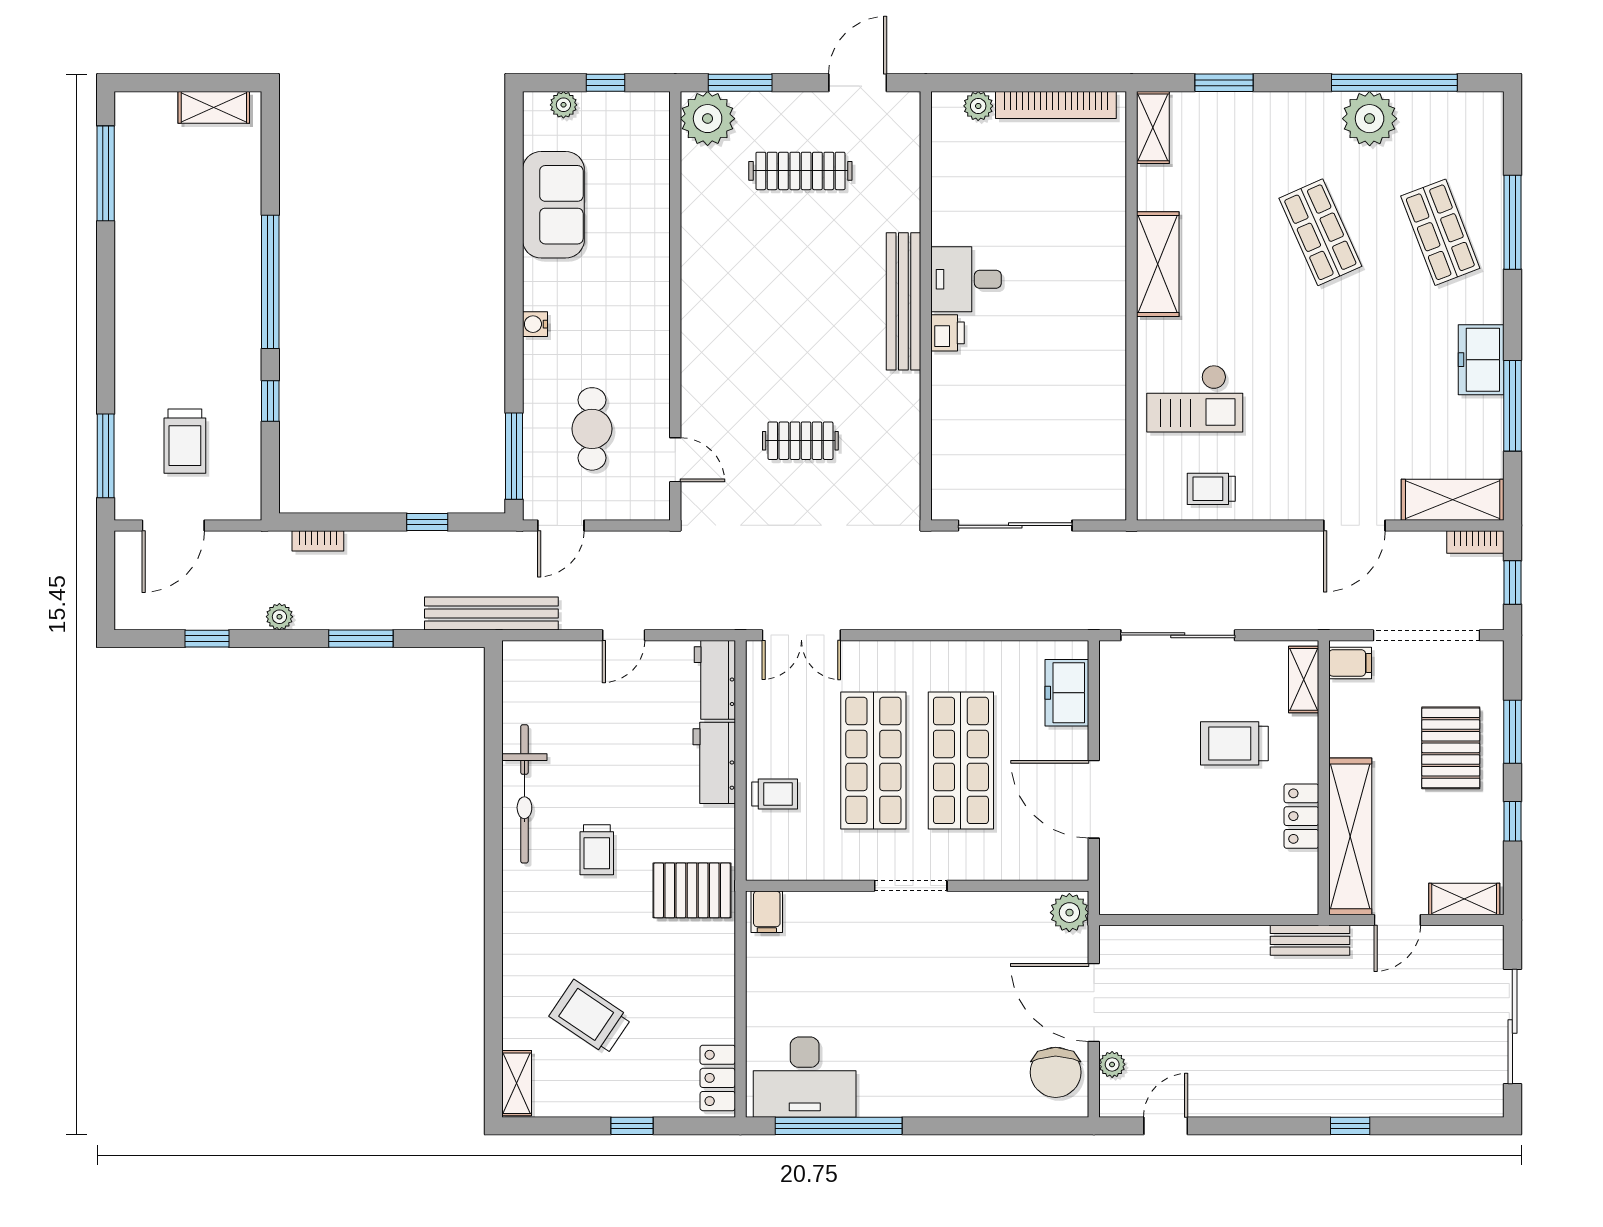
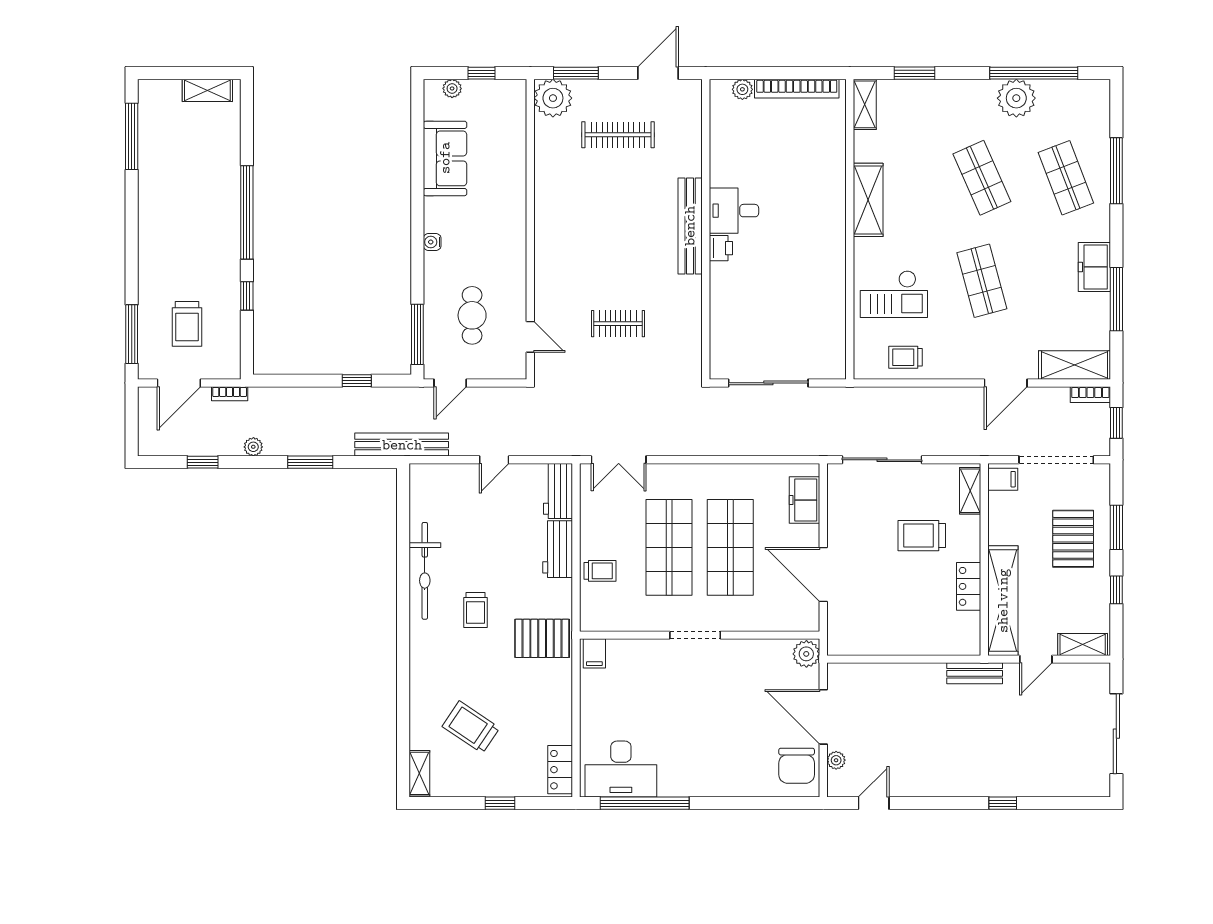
shop shelf: (1320, 379) -> (982, 281), added
bookcase: (318, 541) -> (230, 394), moved

